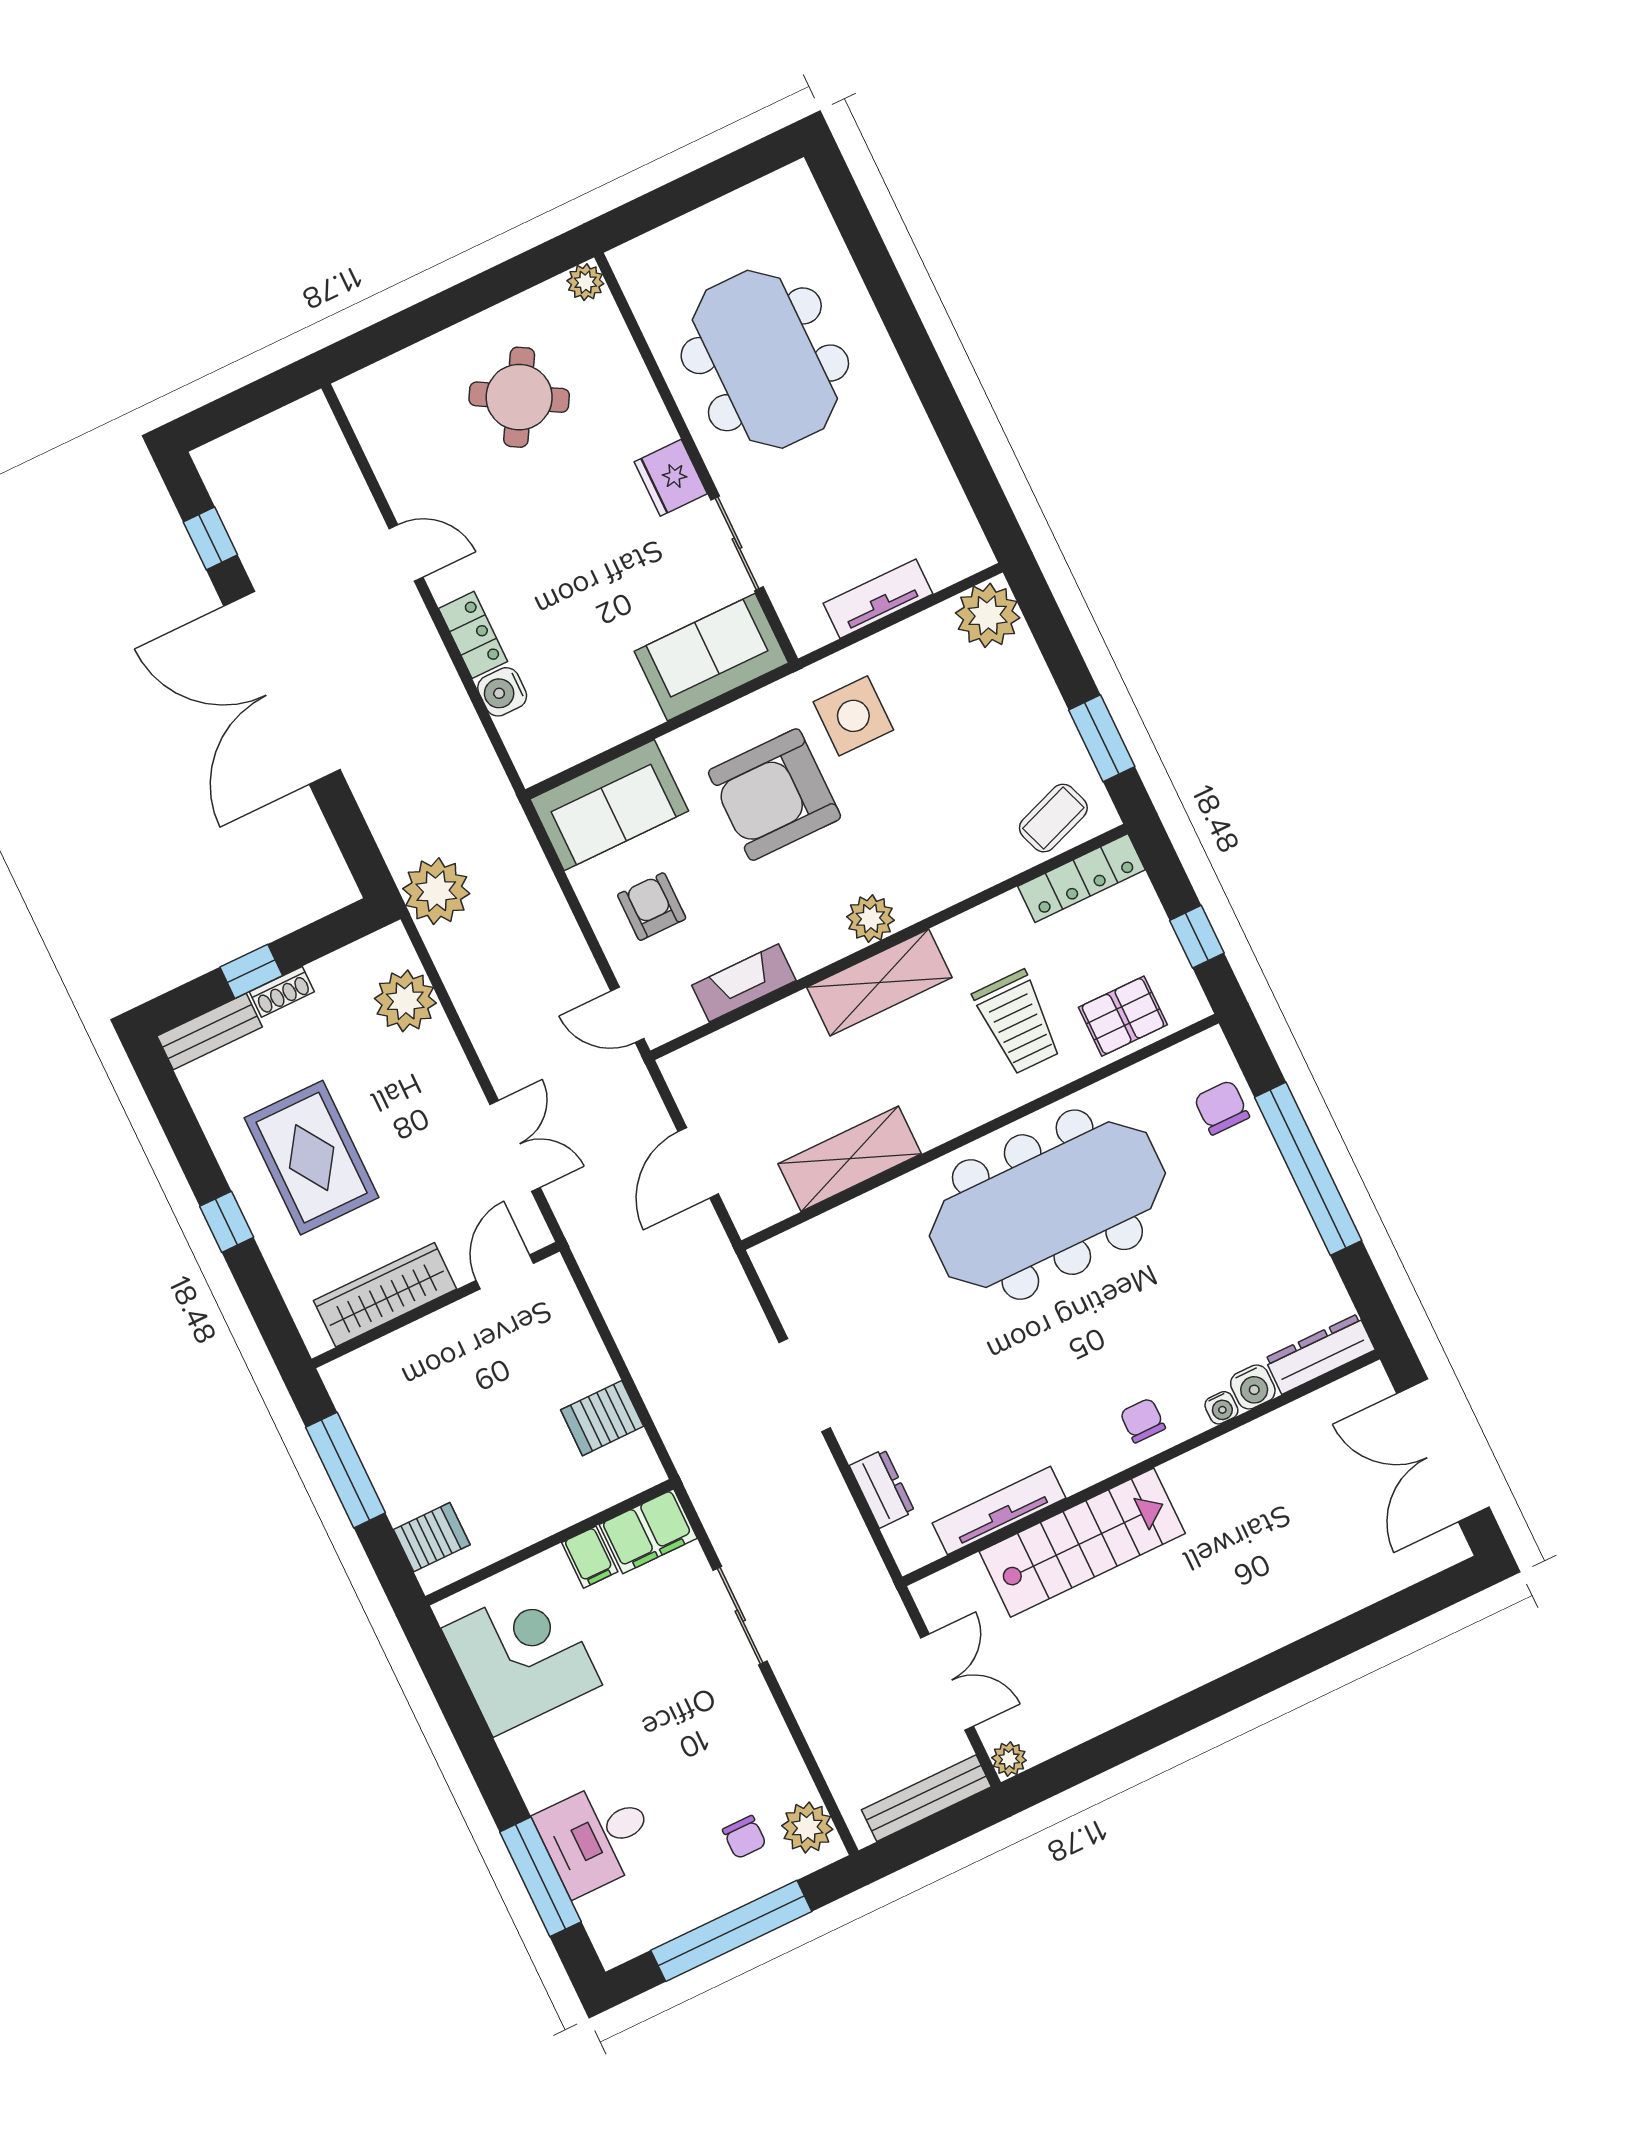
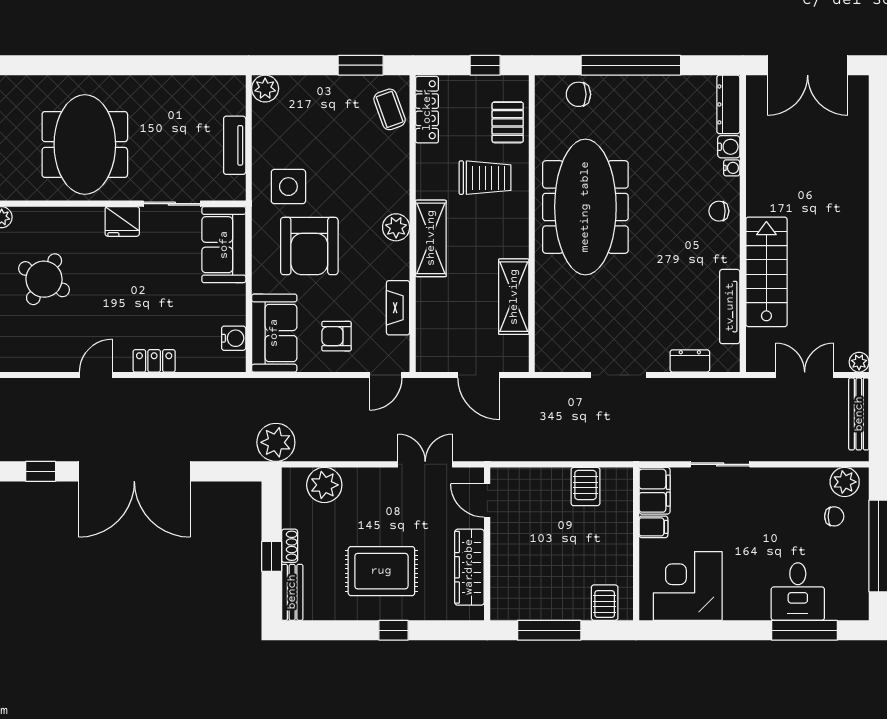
meeting table: (765, 359) -> (85, 145), turned 90
plant: (988, 615) -> (265, 89), width x0.73, depth x0.73
water cooler: (502, 692) -> (234, 338), moved, turned -90

